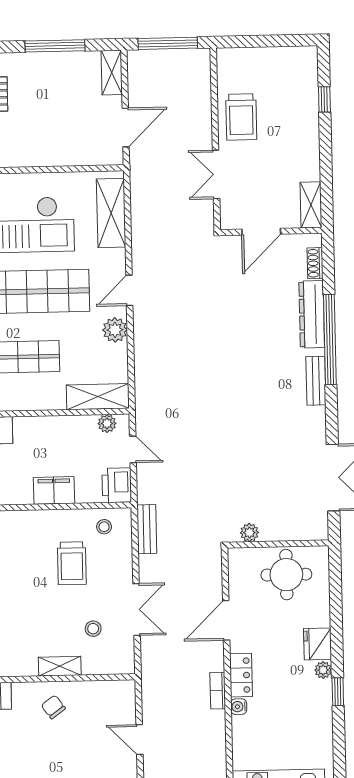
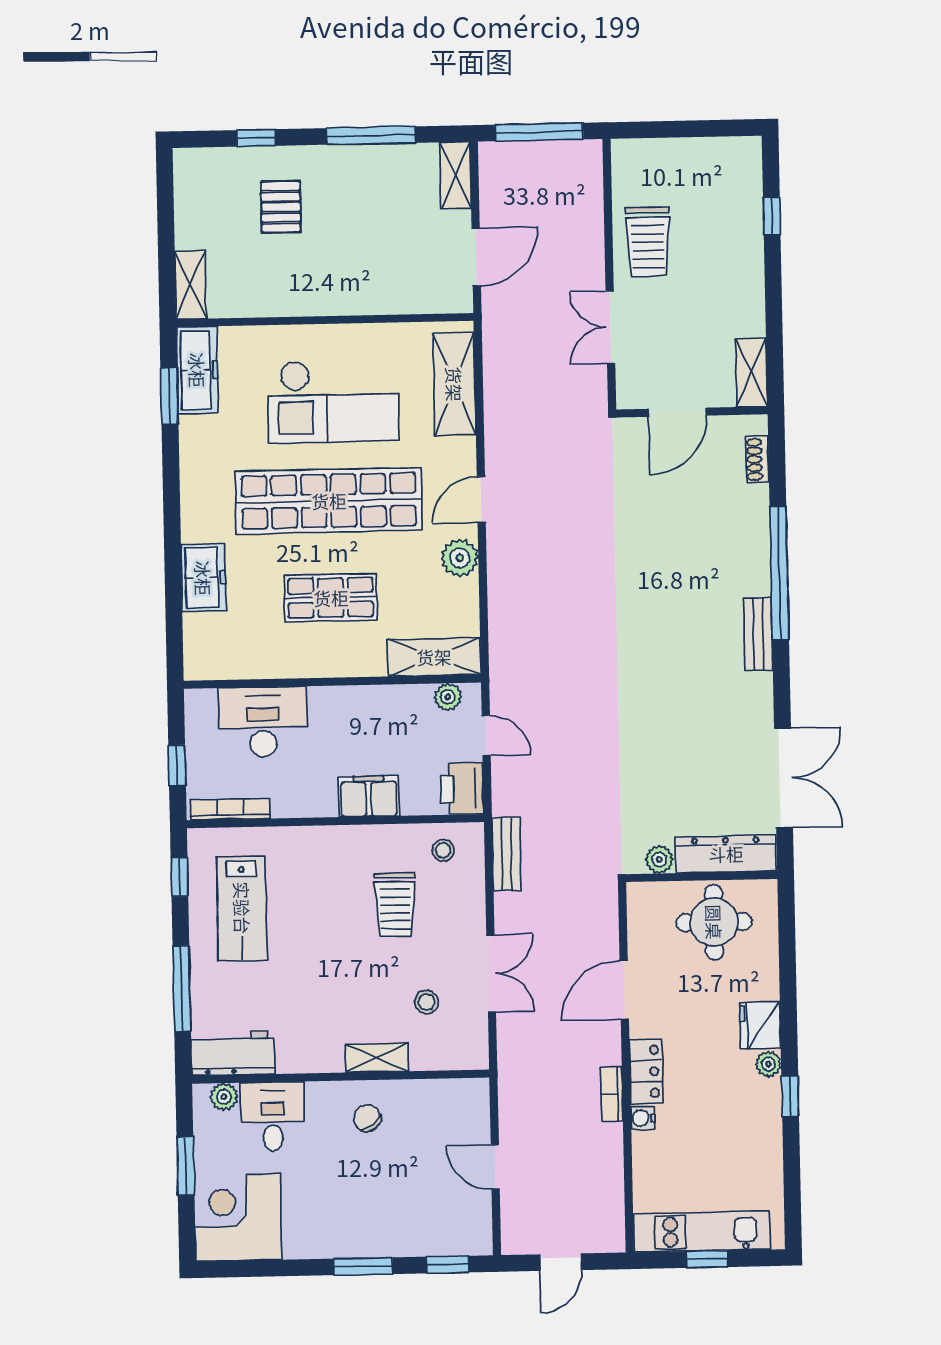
dresser: (312, 314) -> (726, 854), moved, turned 90

